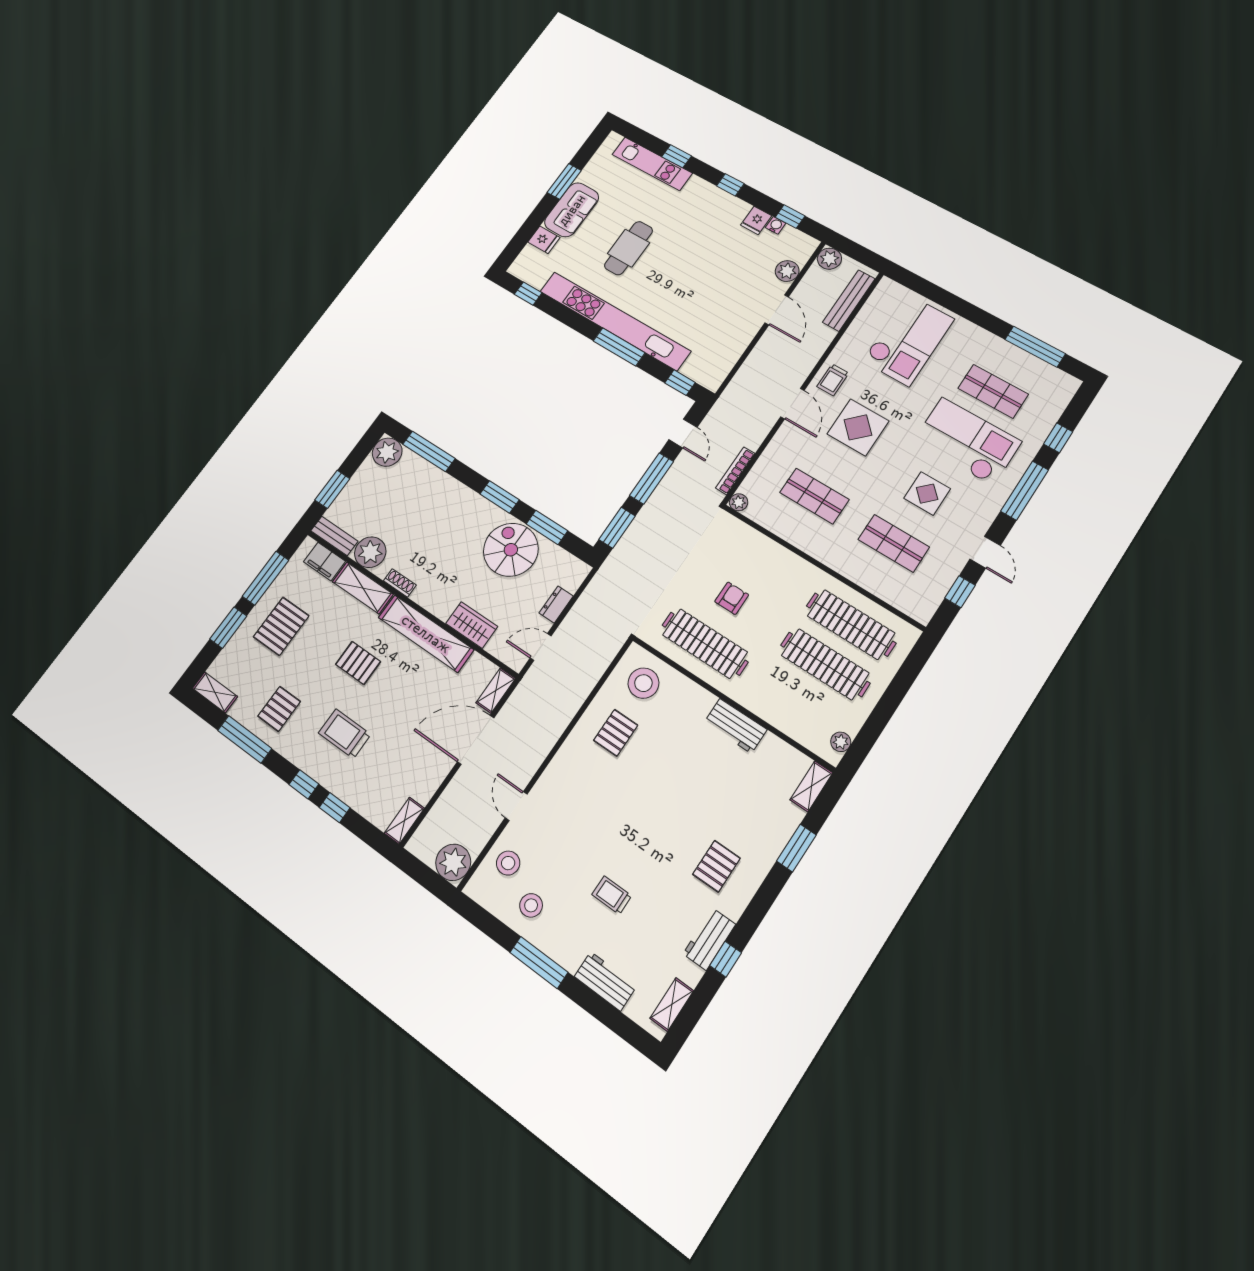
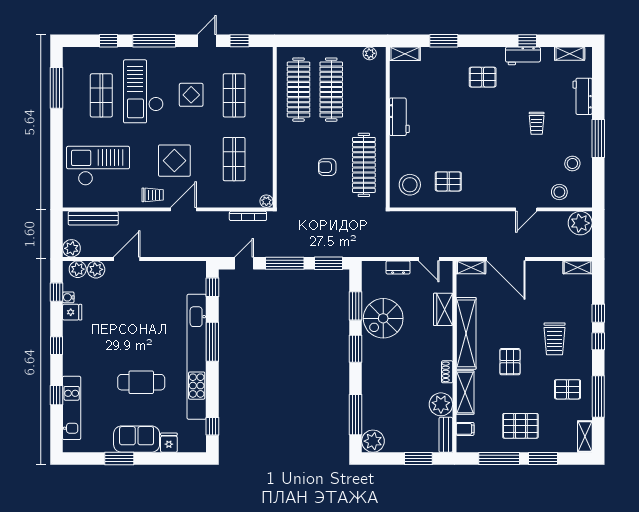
plant: (801, 252) -> (78, 269), added
filing cabinet: (324, 562) -> (465, 429), width x0.50

